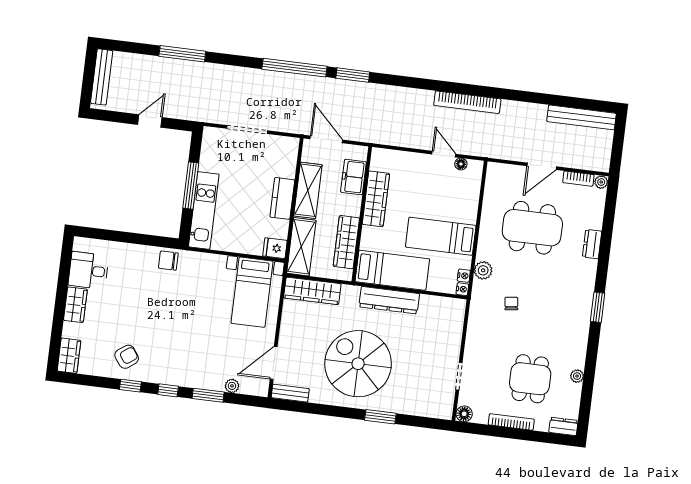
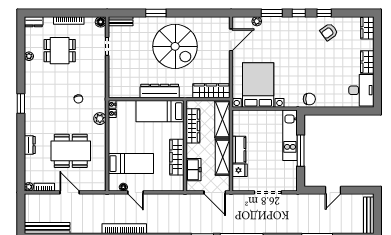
door: (542, 166) -> (70, 192), hinge flipped
bed: (441, 236) -> (131, 164), moved
fridge: (275, 248) -> (240, 170), moved
desk: (89, 270) -> (361, 90), width x1.37
bed with nightstands: (252, 292) -> (258, 85), width x1.36
dining table: (530, 379) -> (60, 51), turned 90
bench: (290, 393) -> (121, 21), moved

